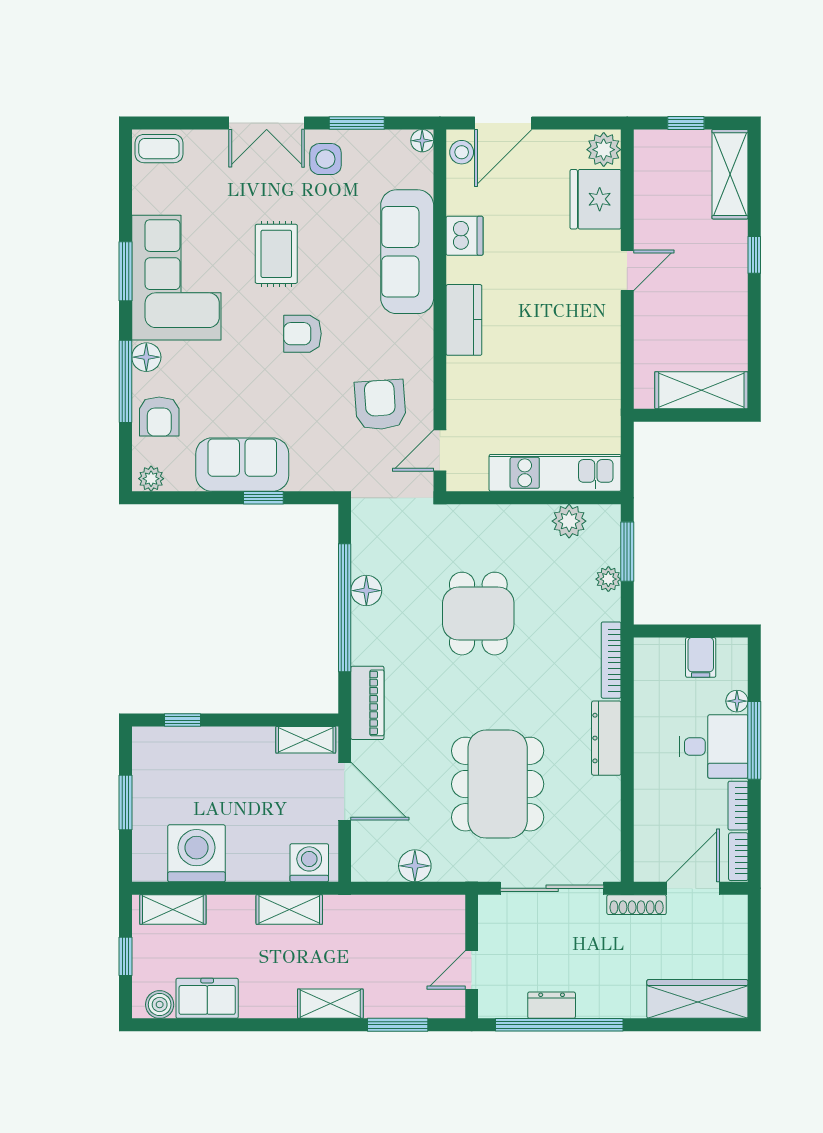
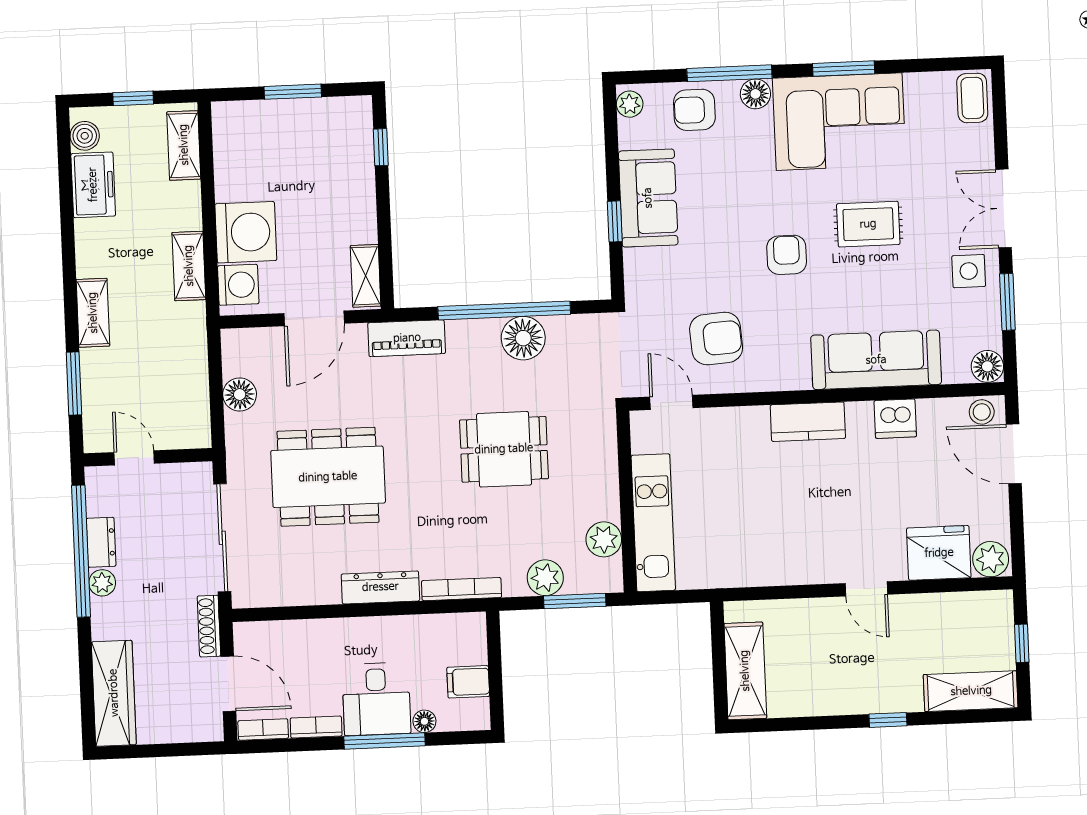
floor lamp: (422, 141) -> (987, 366), width x1.37, depth x1.37
plant: (608, 579) -> (545, 578), width x1.38, depth x1.38
floor lamp: (366, 591) -> (523, 338), width x1.38, depth x1.38
washing machine: (197, 853) -> (246, 232), moved
plant: (591, 1006) -> (102, 583), added

